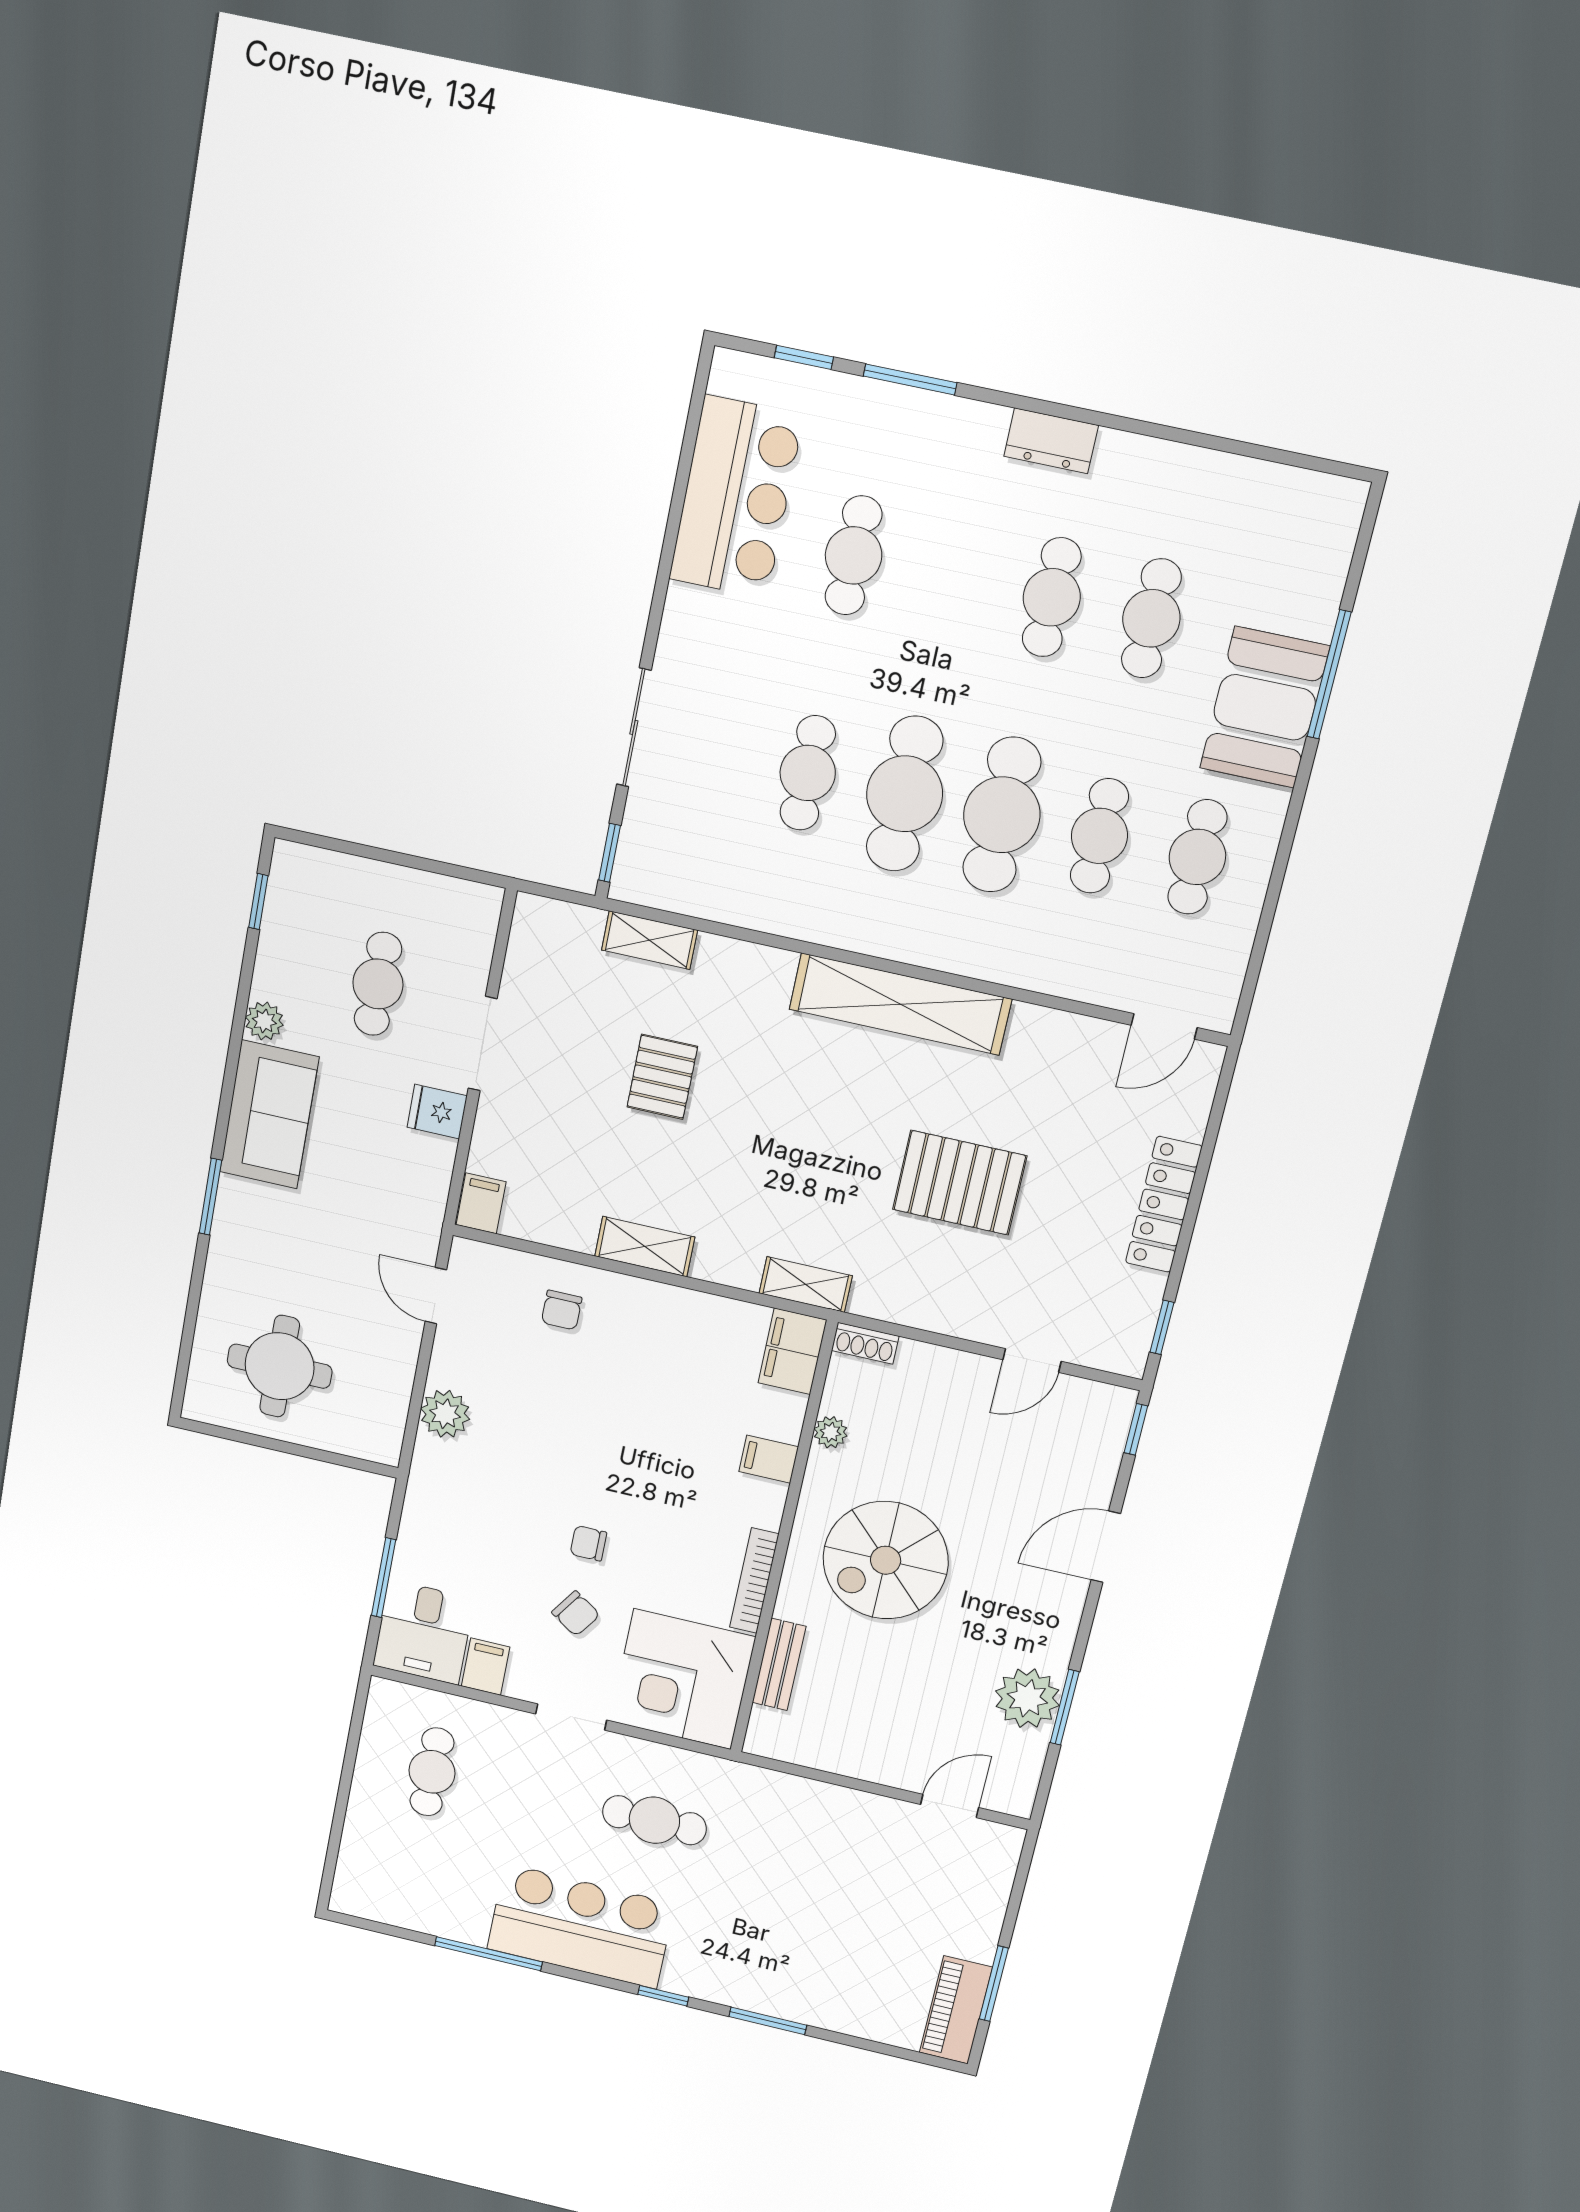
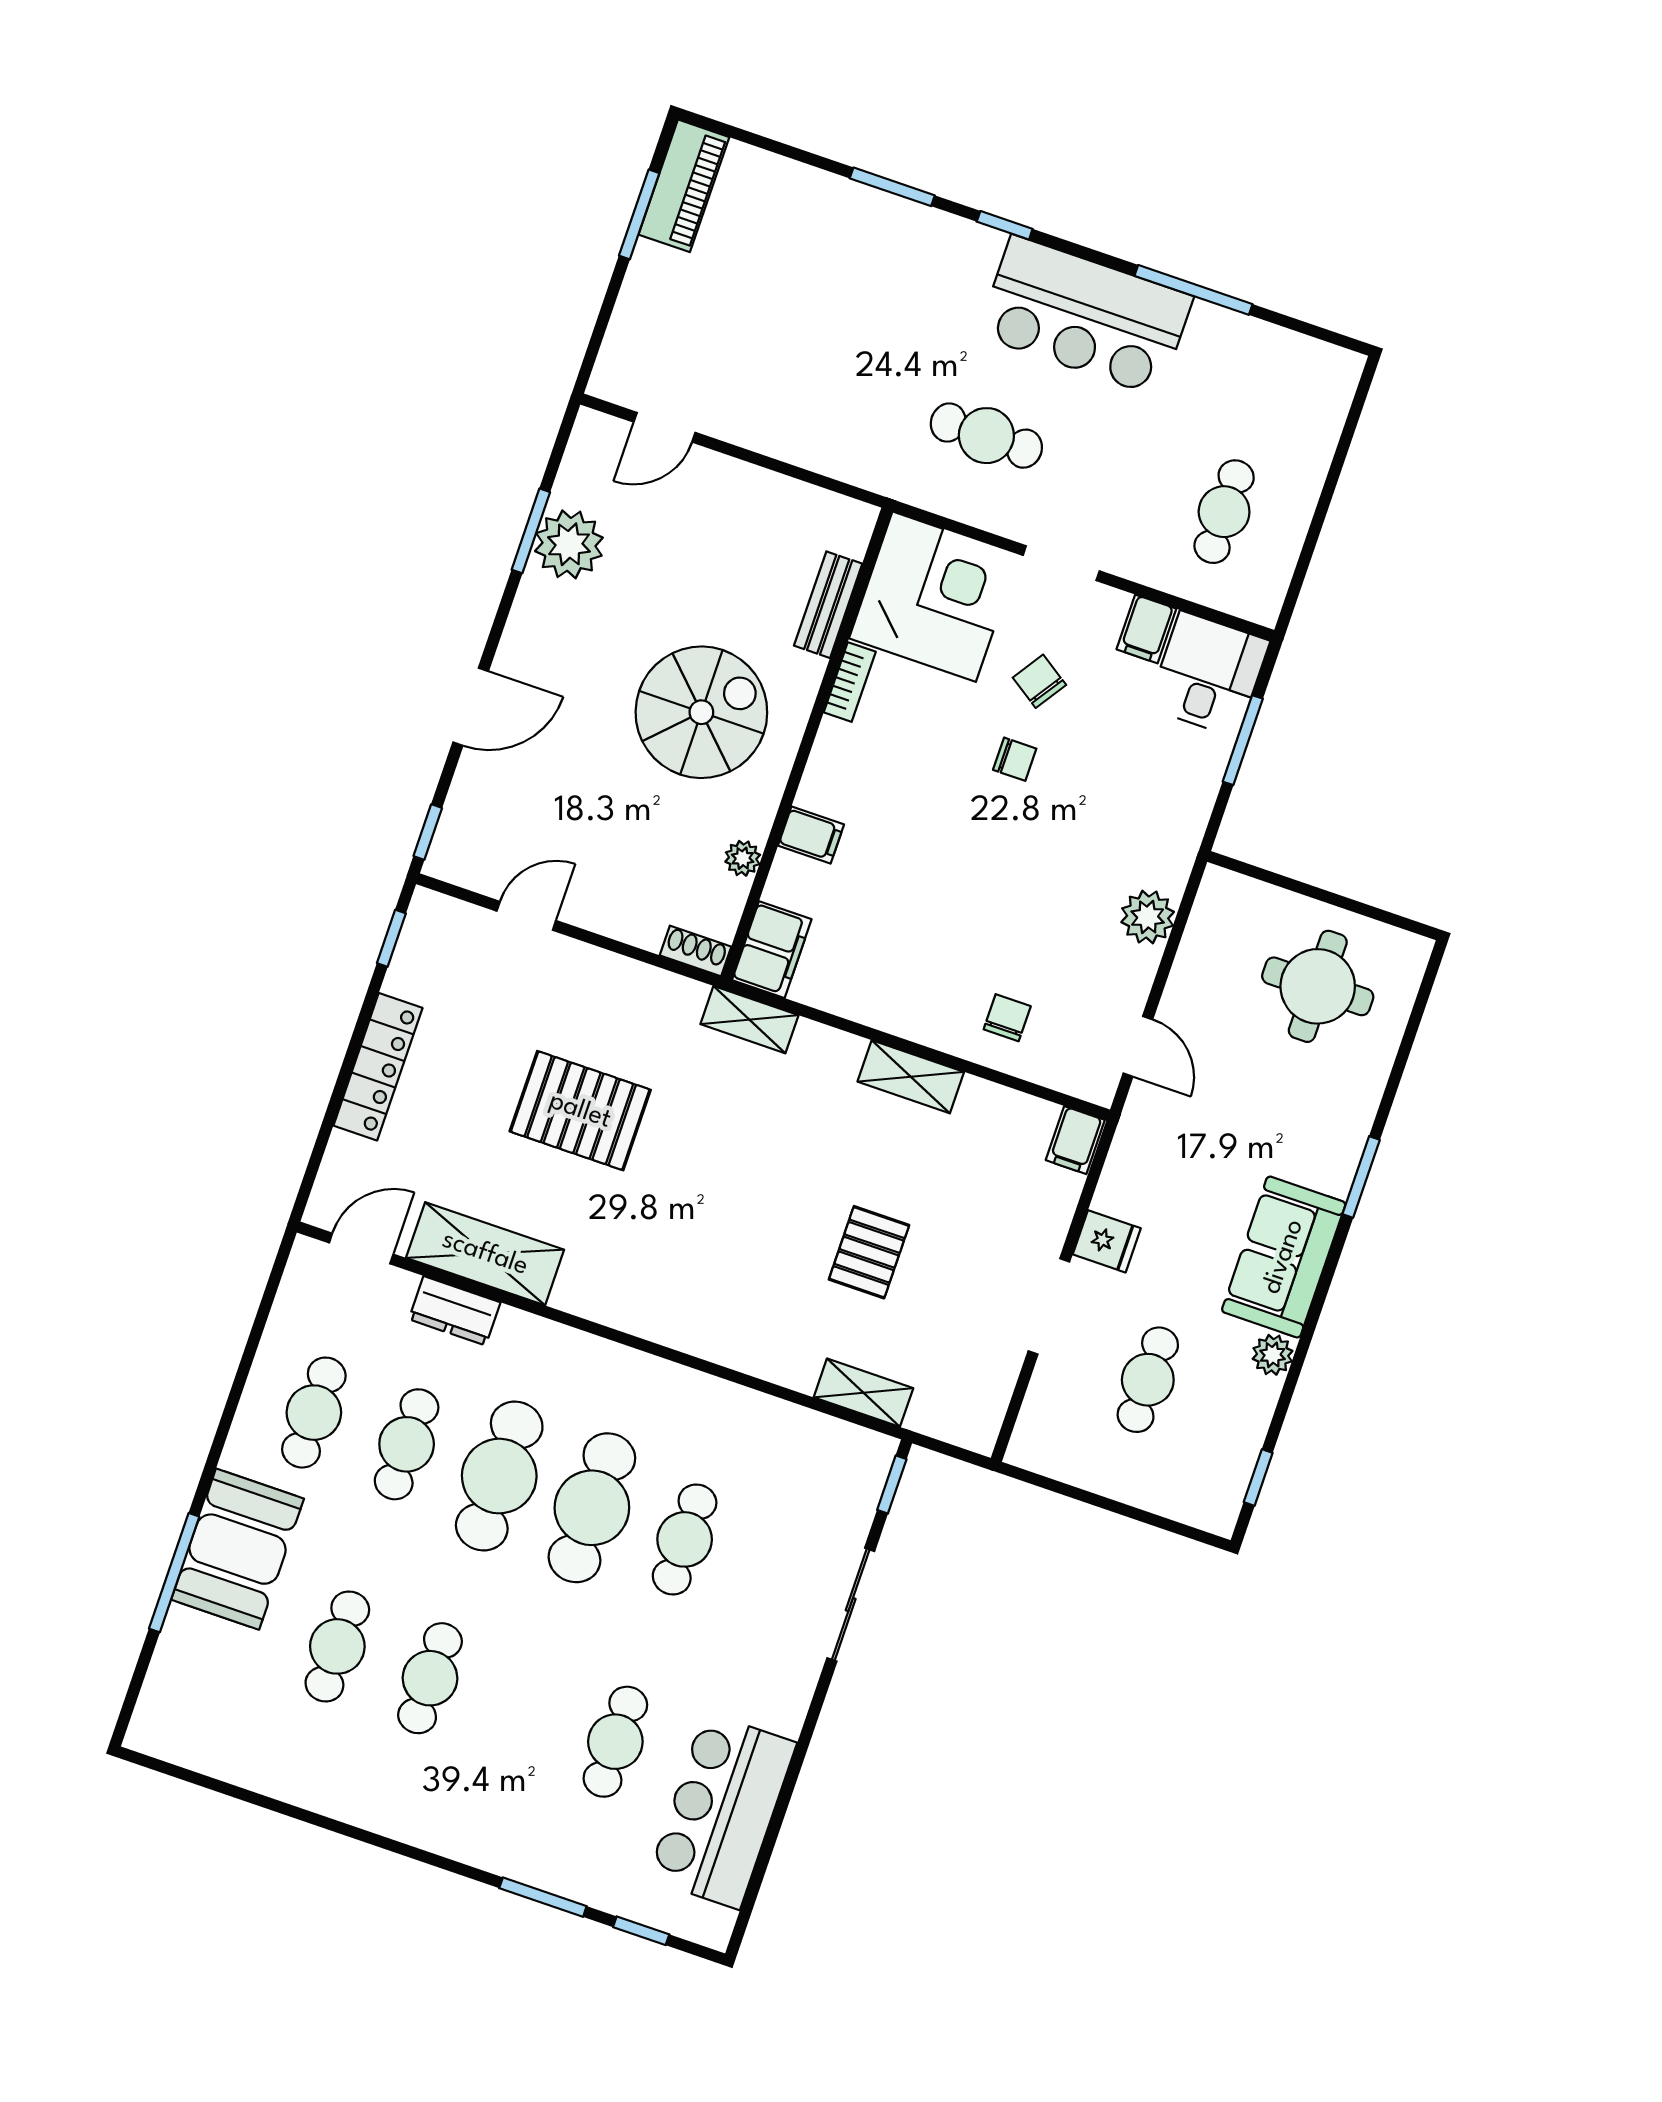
dresser: (1051, 441) -> (455, 1311), moved, turned 180
shelving: (900, 1004) -> (485, 1254), moved, width x0.68
bookcase: (754, 1581) -> (850, 682), width x0.64

